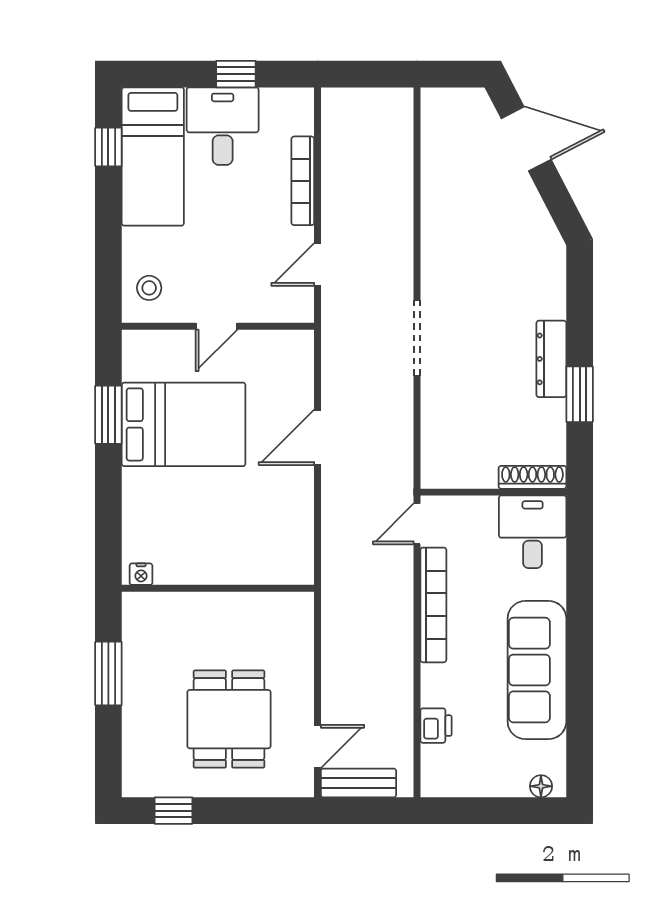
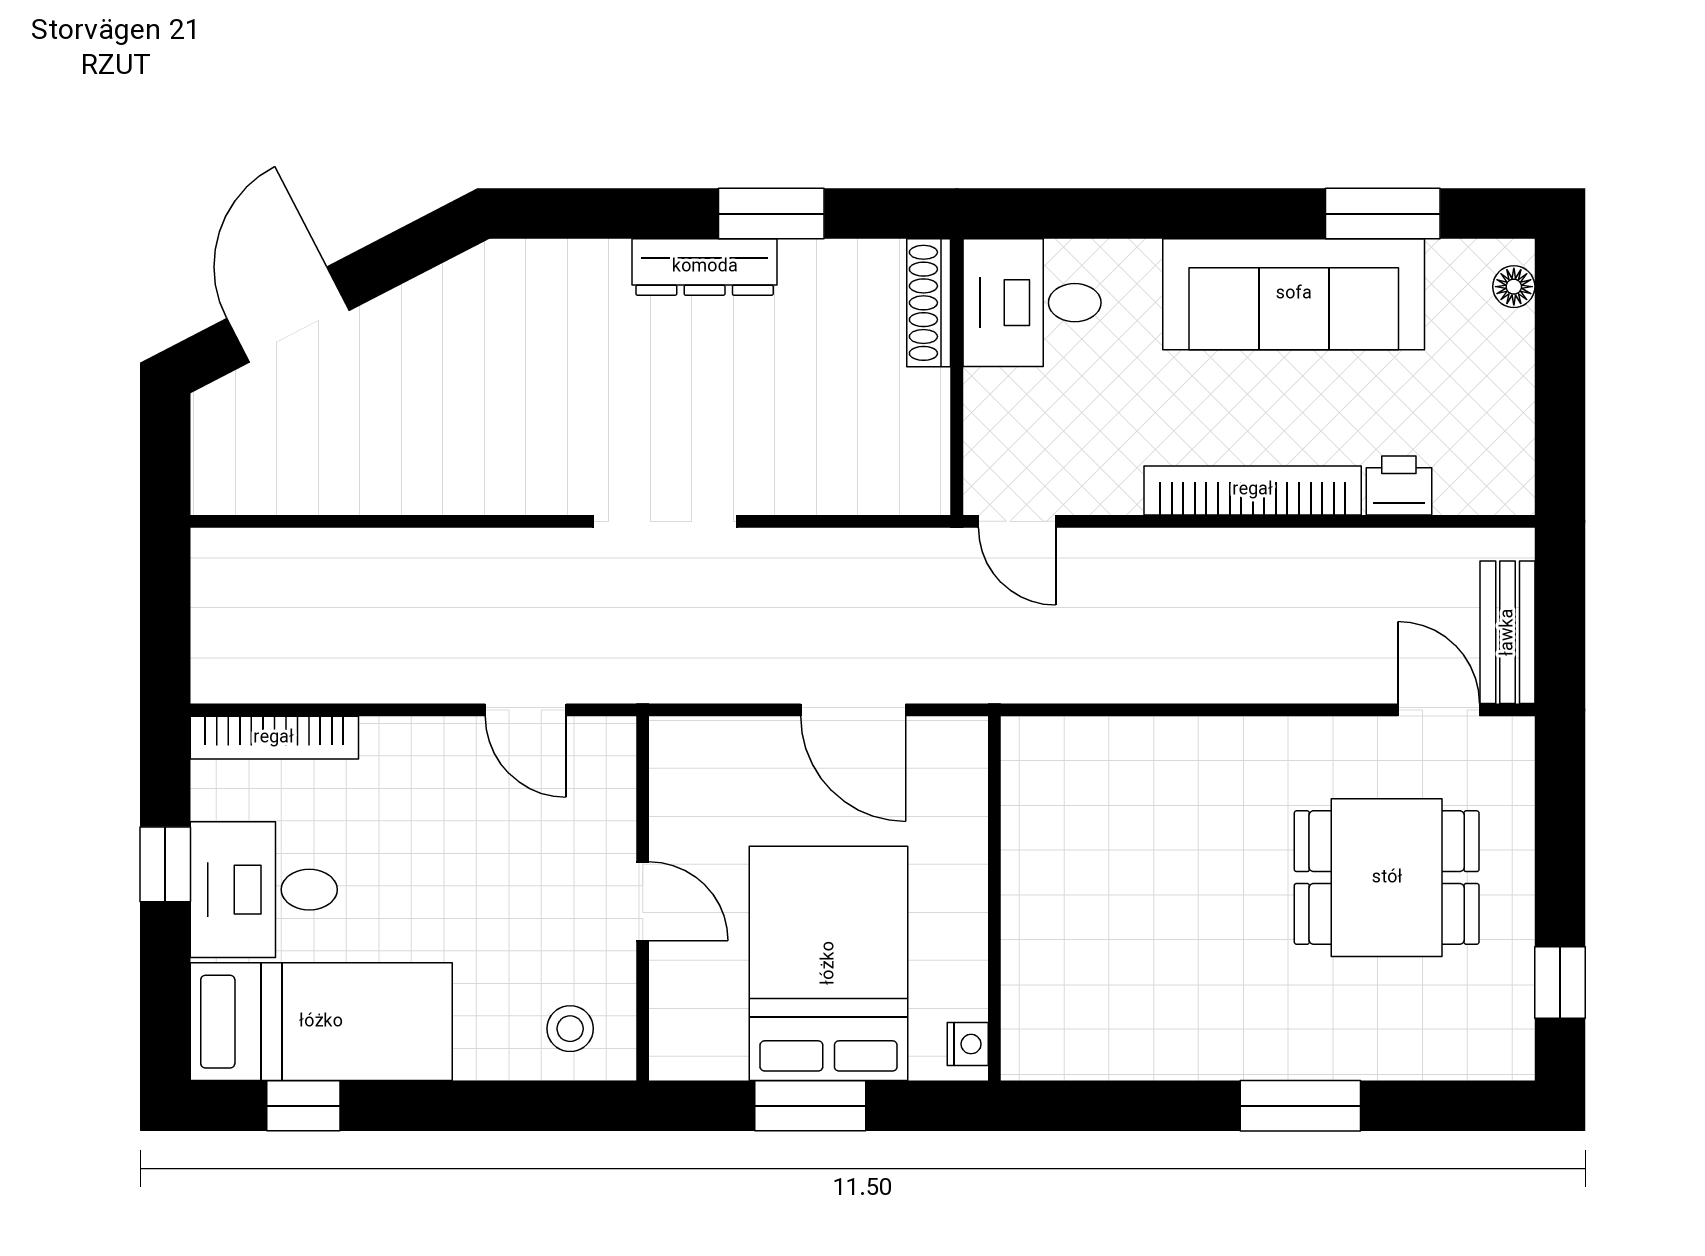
bookcase: (303, 181) -> (274, 738), moved
nightstand: (141, 574) -> (968, 1044), moved
wall: (218, 588) -> (994, 898), moved
bookcase: (433, 605) -> (1253, 490), moved
window: (580, 717) -> (1383, 214), added

